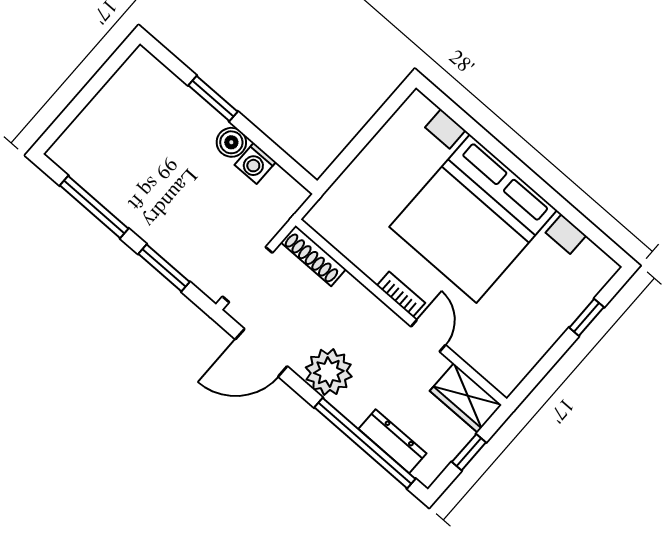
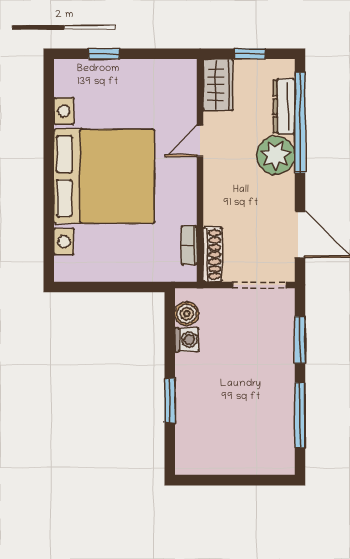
boiler: (231, 142) -> (187, 314), moved
bookcase: (401, 294) -> (189, 245), moved
plant: (329, 372) -> (276, 155), moved

